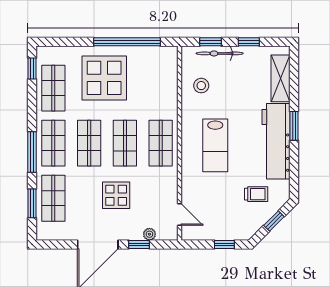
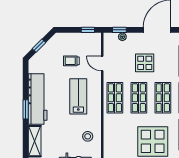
trolley: (256, 194) -> (71, 61), moved
door: (180, 215) -> (102, 64), moved
window: (139, 244) -> (119, 30), moved
window: (224, 244) -> (88, 30), moved

